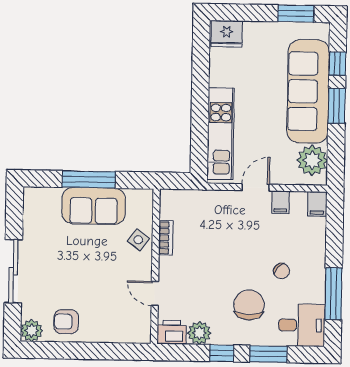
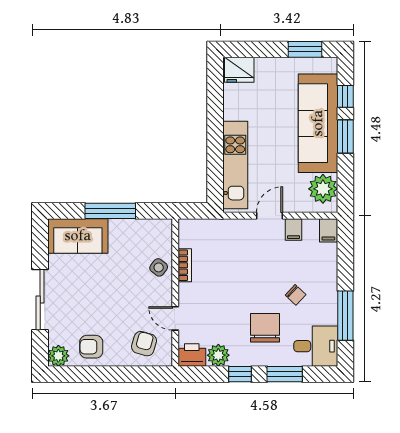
sofa: (94, 206) -> (78, 236), moved
armchair: (122, 319) -> (144, 344), added

